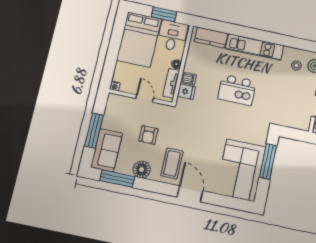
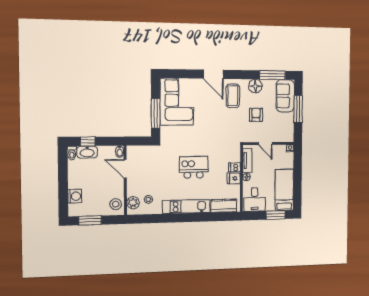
window: (164, 14) -> (276, 215), moved
bed: (139, 40) -> (284, 190), width x0.67
fridge: (186, 92) -> (234, 178), moved

